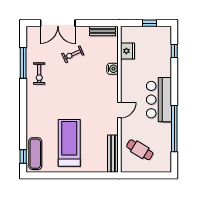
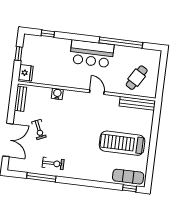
fridge: (128, 51) -> (26, 73), moved, turned 90

